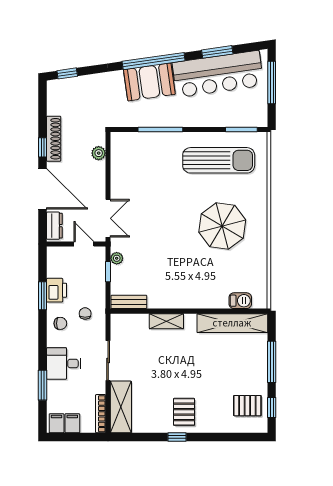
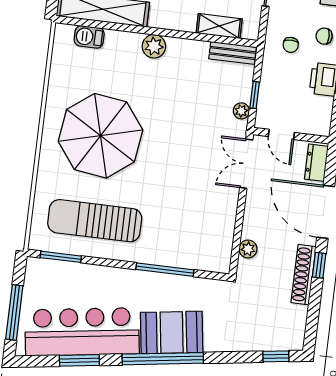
parasol: (222, 226) -> (101, 136), width x1.36, depth x1.36
plant: (190, 300) -> (154, 46), added
shelving: (166, 321) -> (219, 26), moved

